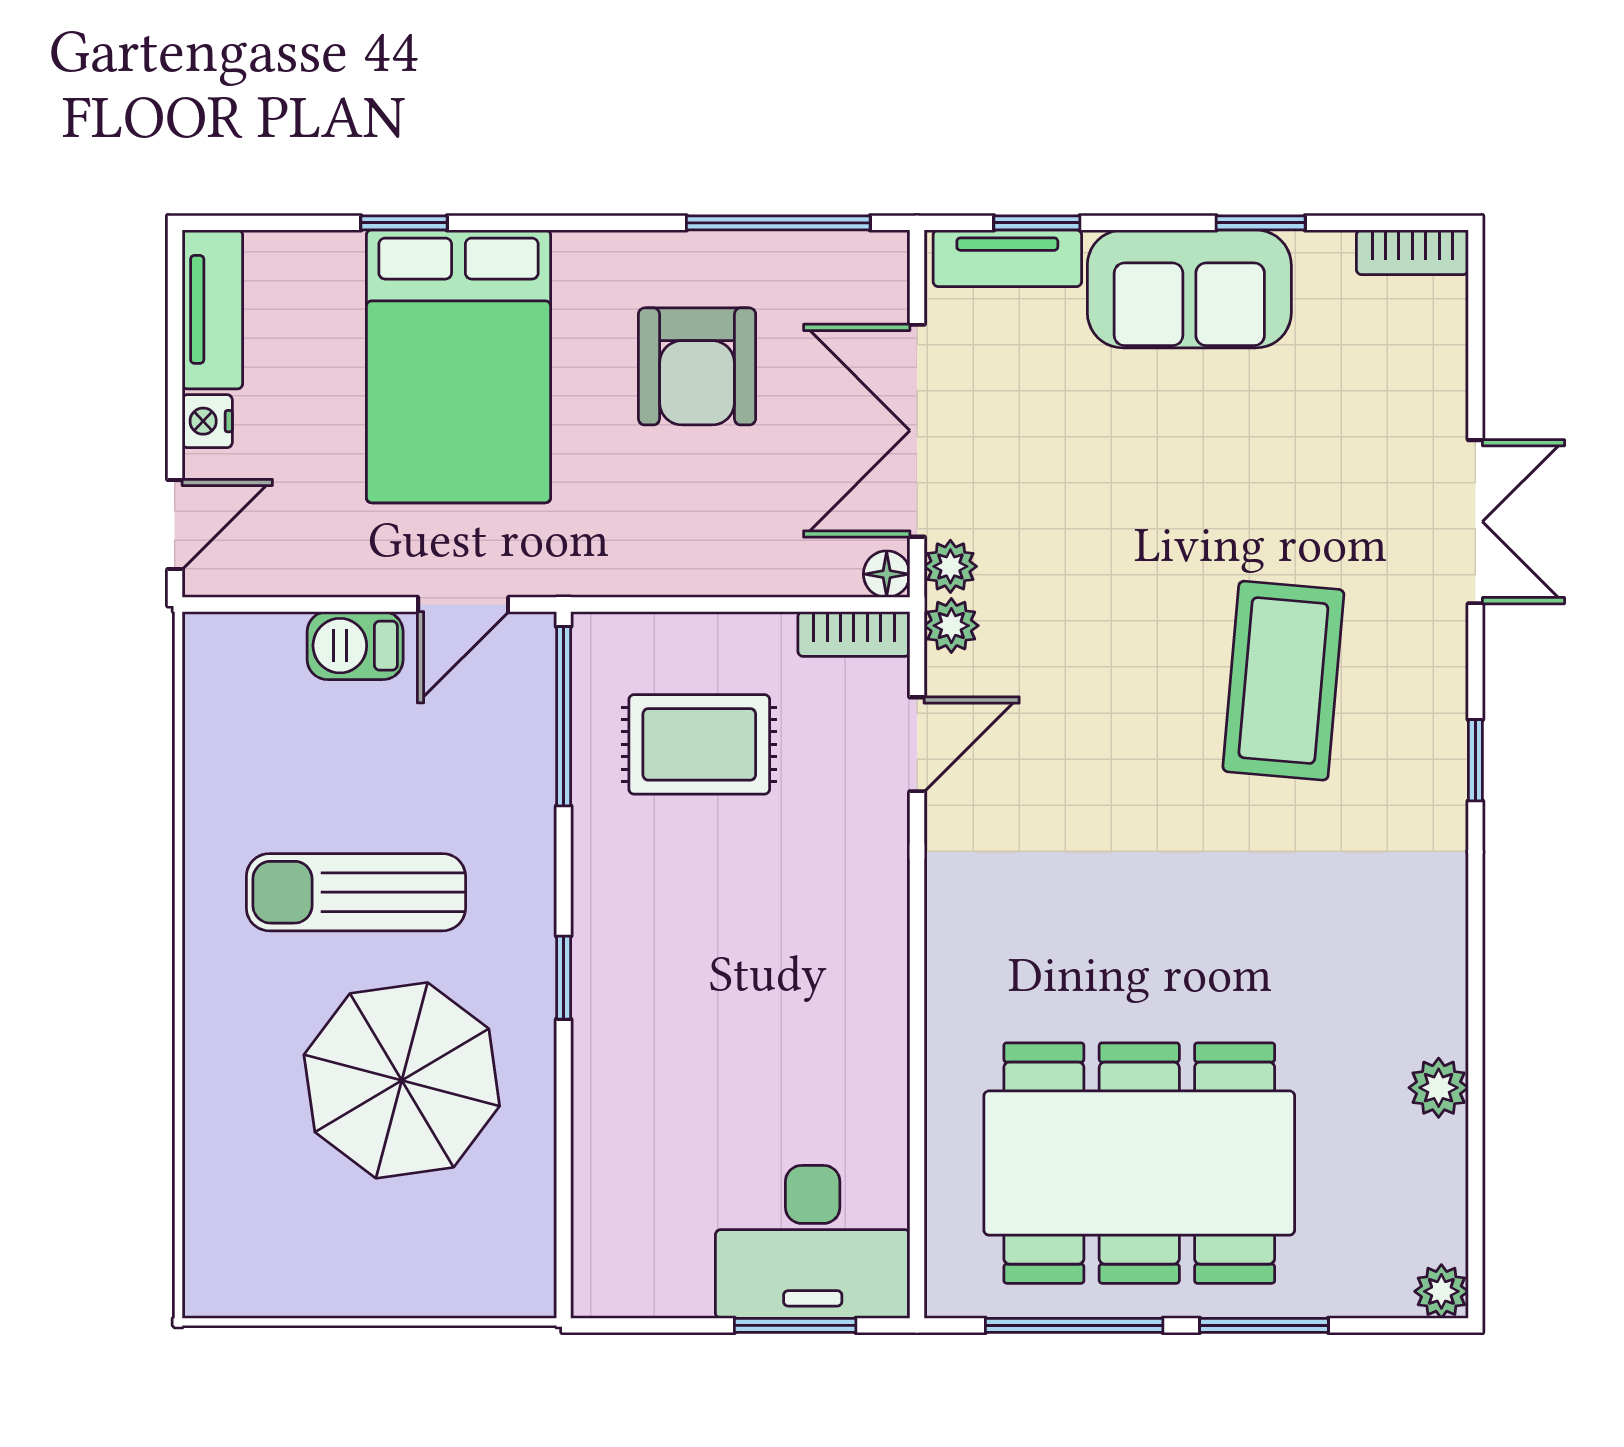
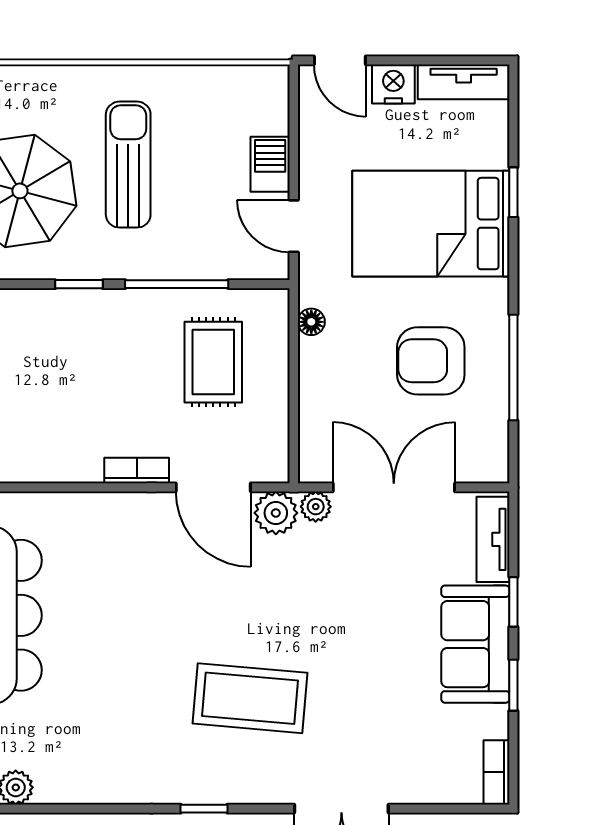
window: (778, 223) -> (513, 367), moved
window: (1037, 223) -> (513, 602), moved
nightstand: (207, 421) -> (393, 84), width x1.39, depth x1.35
floor lamp: (887, 574) -> (311, 322), moved
plant: (951, 626) -> (276, 513), width x1.38, depth x1.38
bookcase: (854, 634) -> (137, 470), moved, turned 90
window: (564, 716) -> (177, 284), moved
door: (917, 744) -> (213, 487), width x1.38

